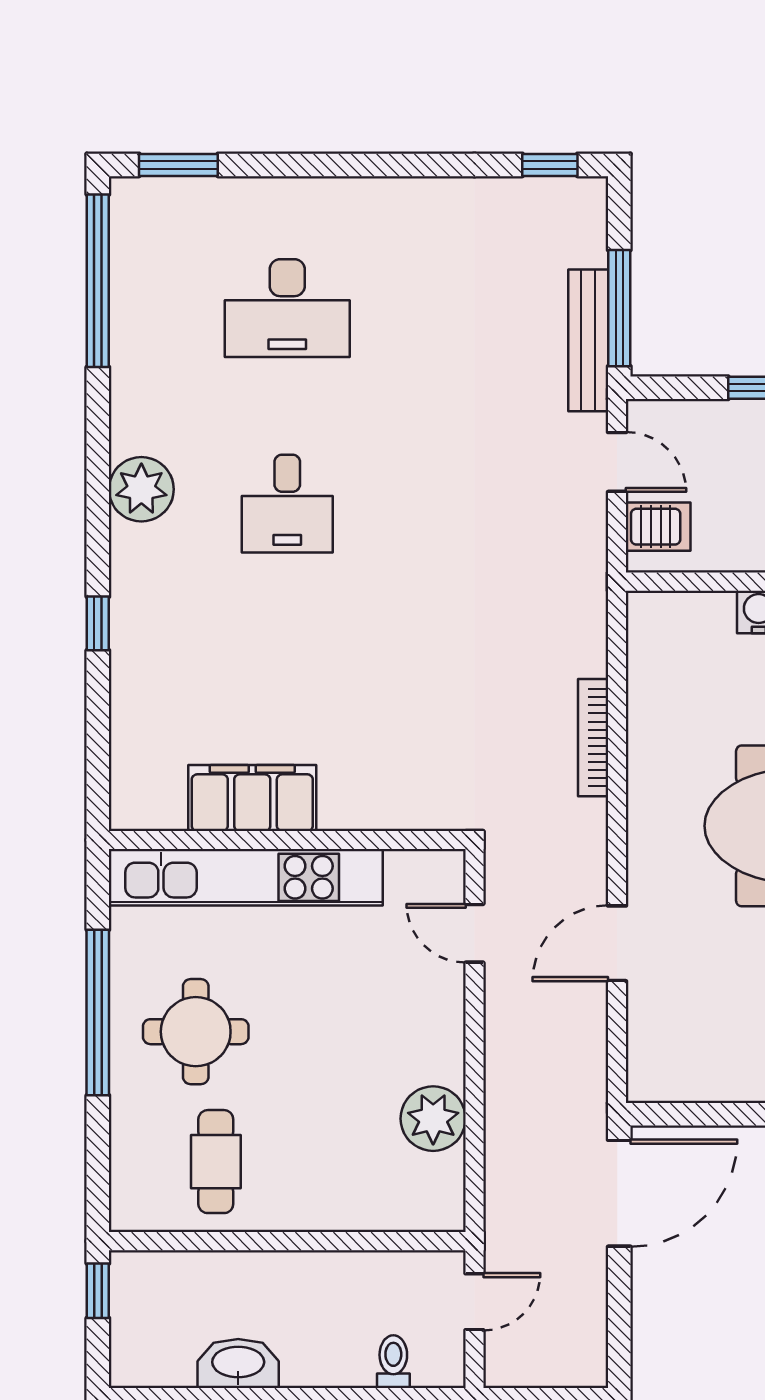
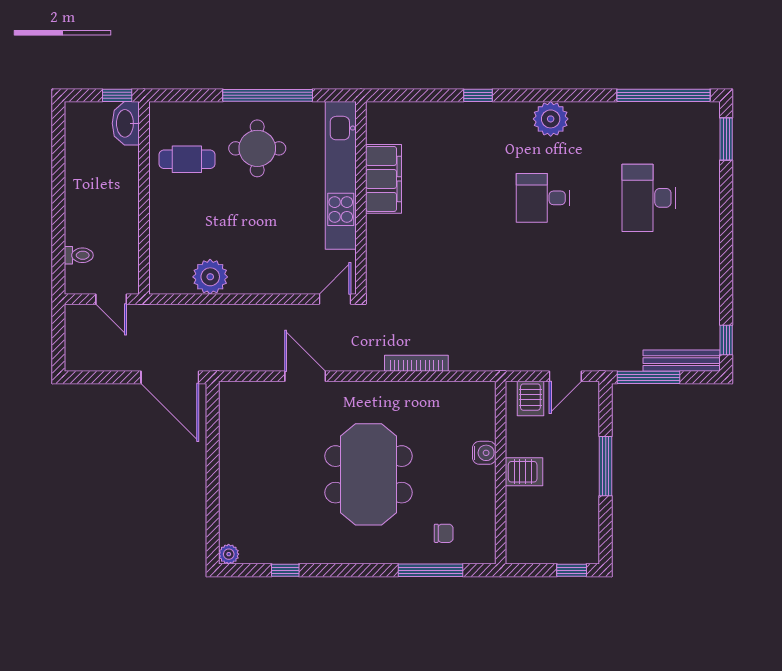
bench: (588, 340) -> (682, 361), moved
door: (474, 933) -> (335, 299), moved
washbasin: (238, 1363) -> (126, 123), moved, turned 180

